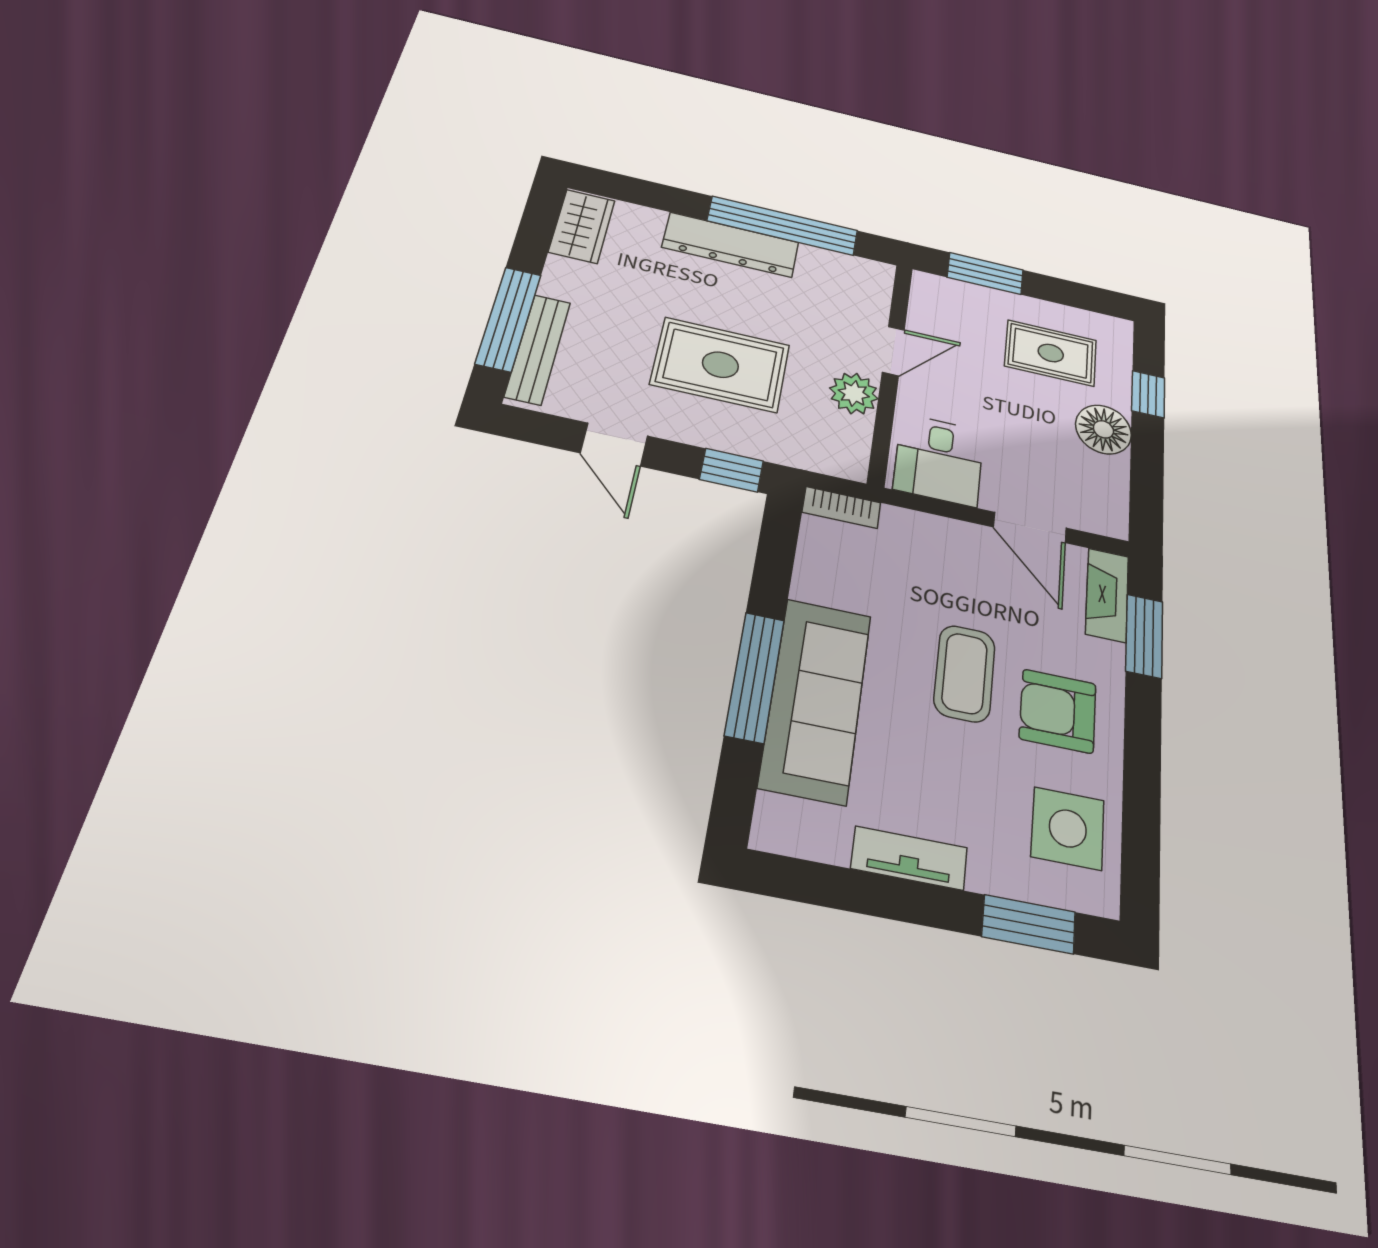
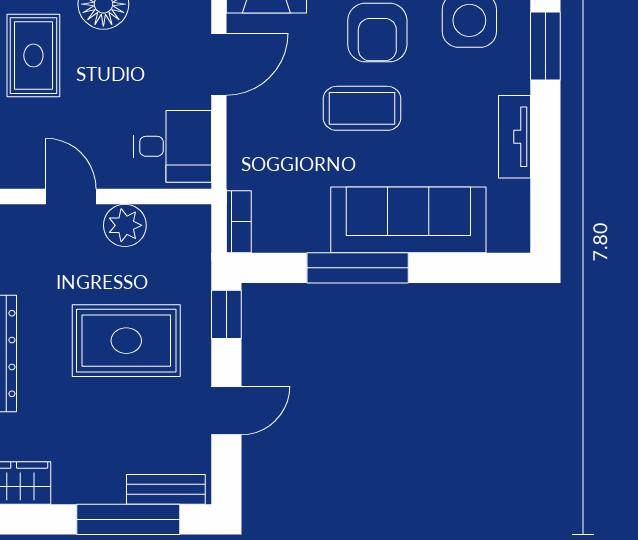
bench: (538, 349) -> (166, 489), width x0.73
rug: (720, 365) -> (126, 341), turned 90
window: (755, 677) -> (358, 268), moved

